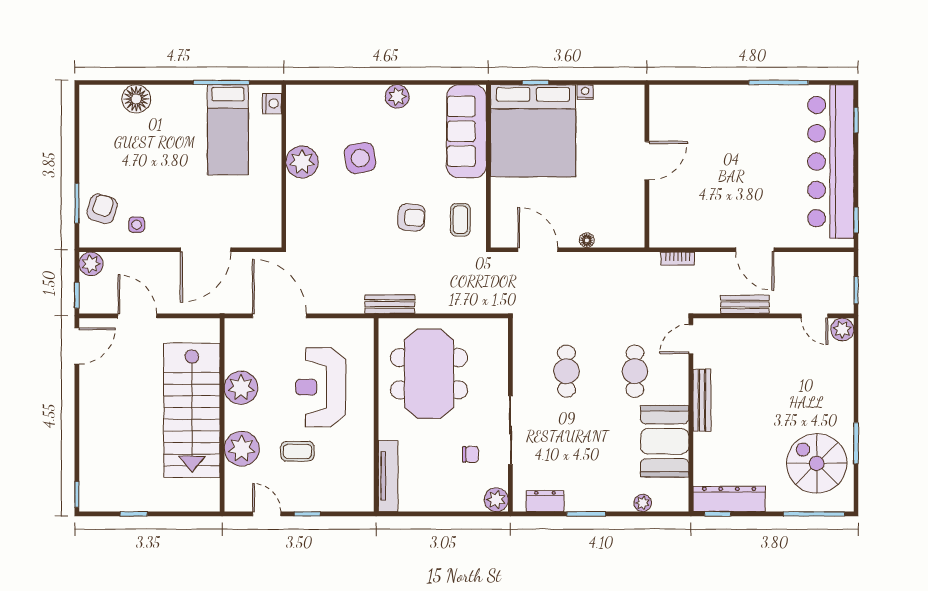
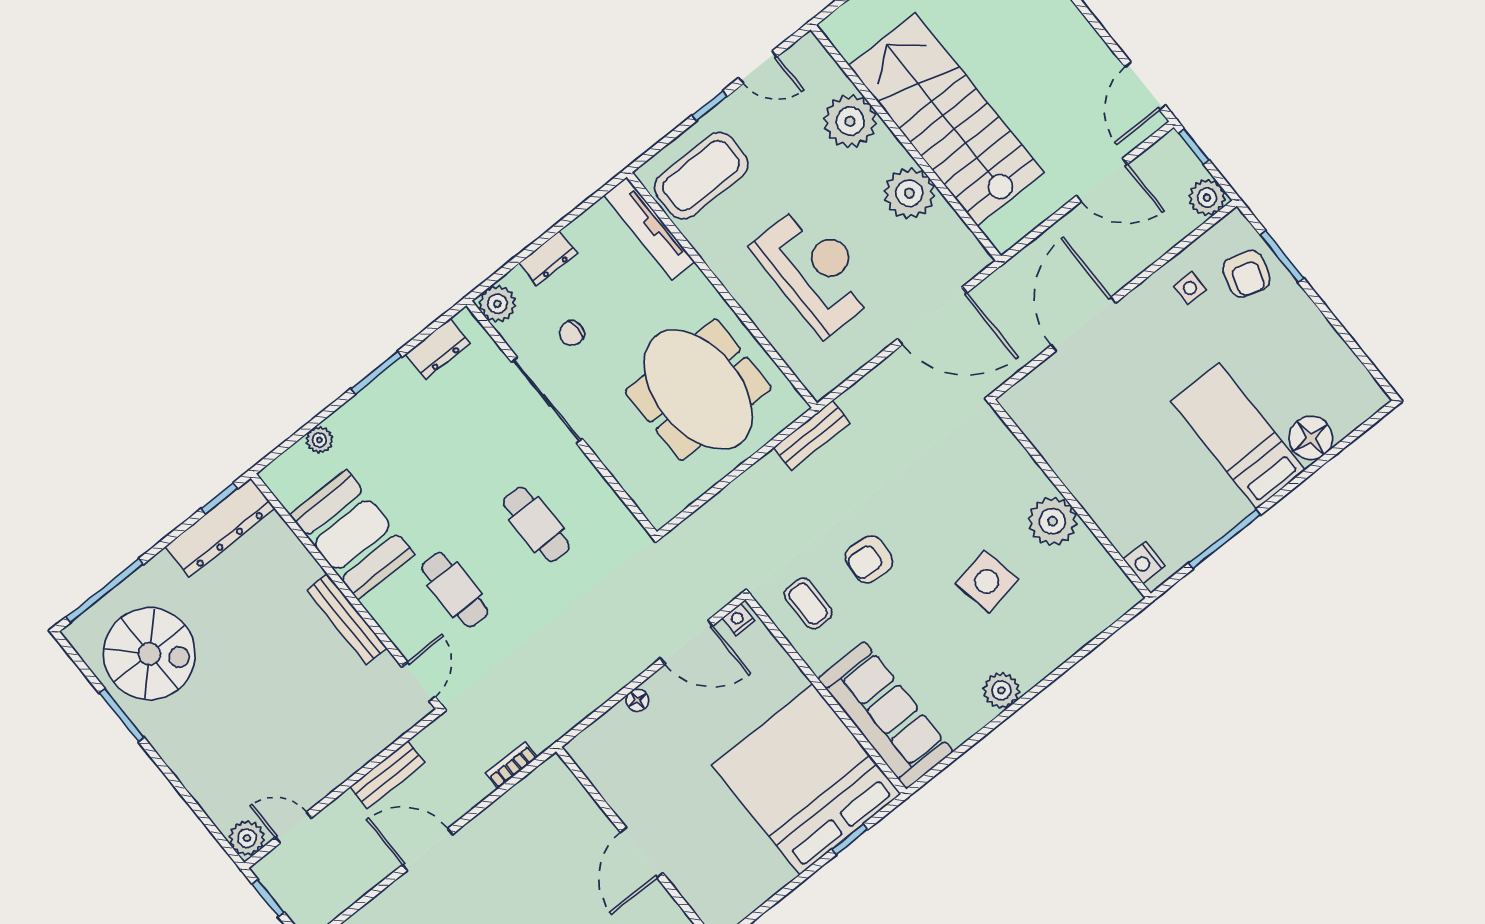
nightstand: (585, 92) -> (738, 620), moved, turned 180
bed: (228, 130) -> (1238, 436), moved
coffee table: (297, 451) -> (701, 176), moved, width x1.86, depth x1.72
dresser: (452, 502) -> (548, 258), added

